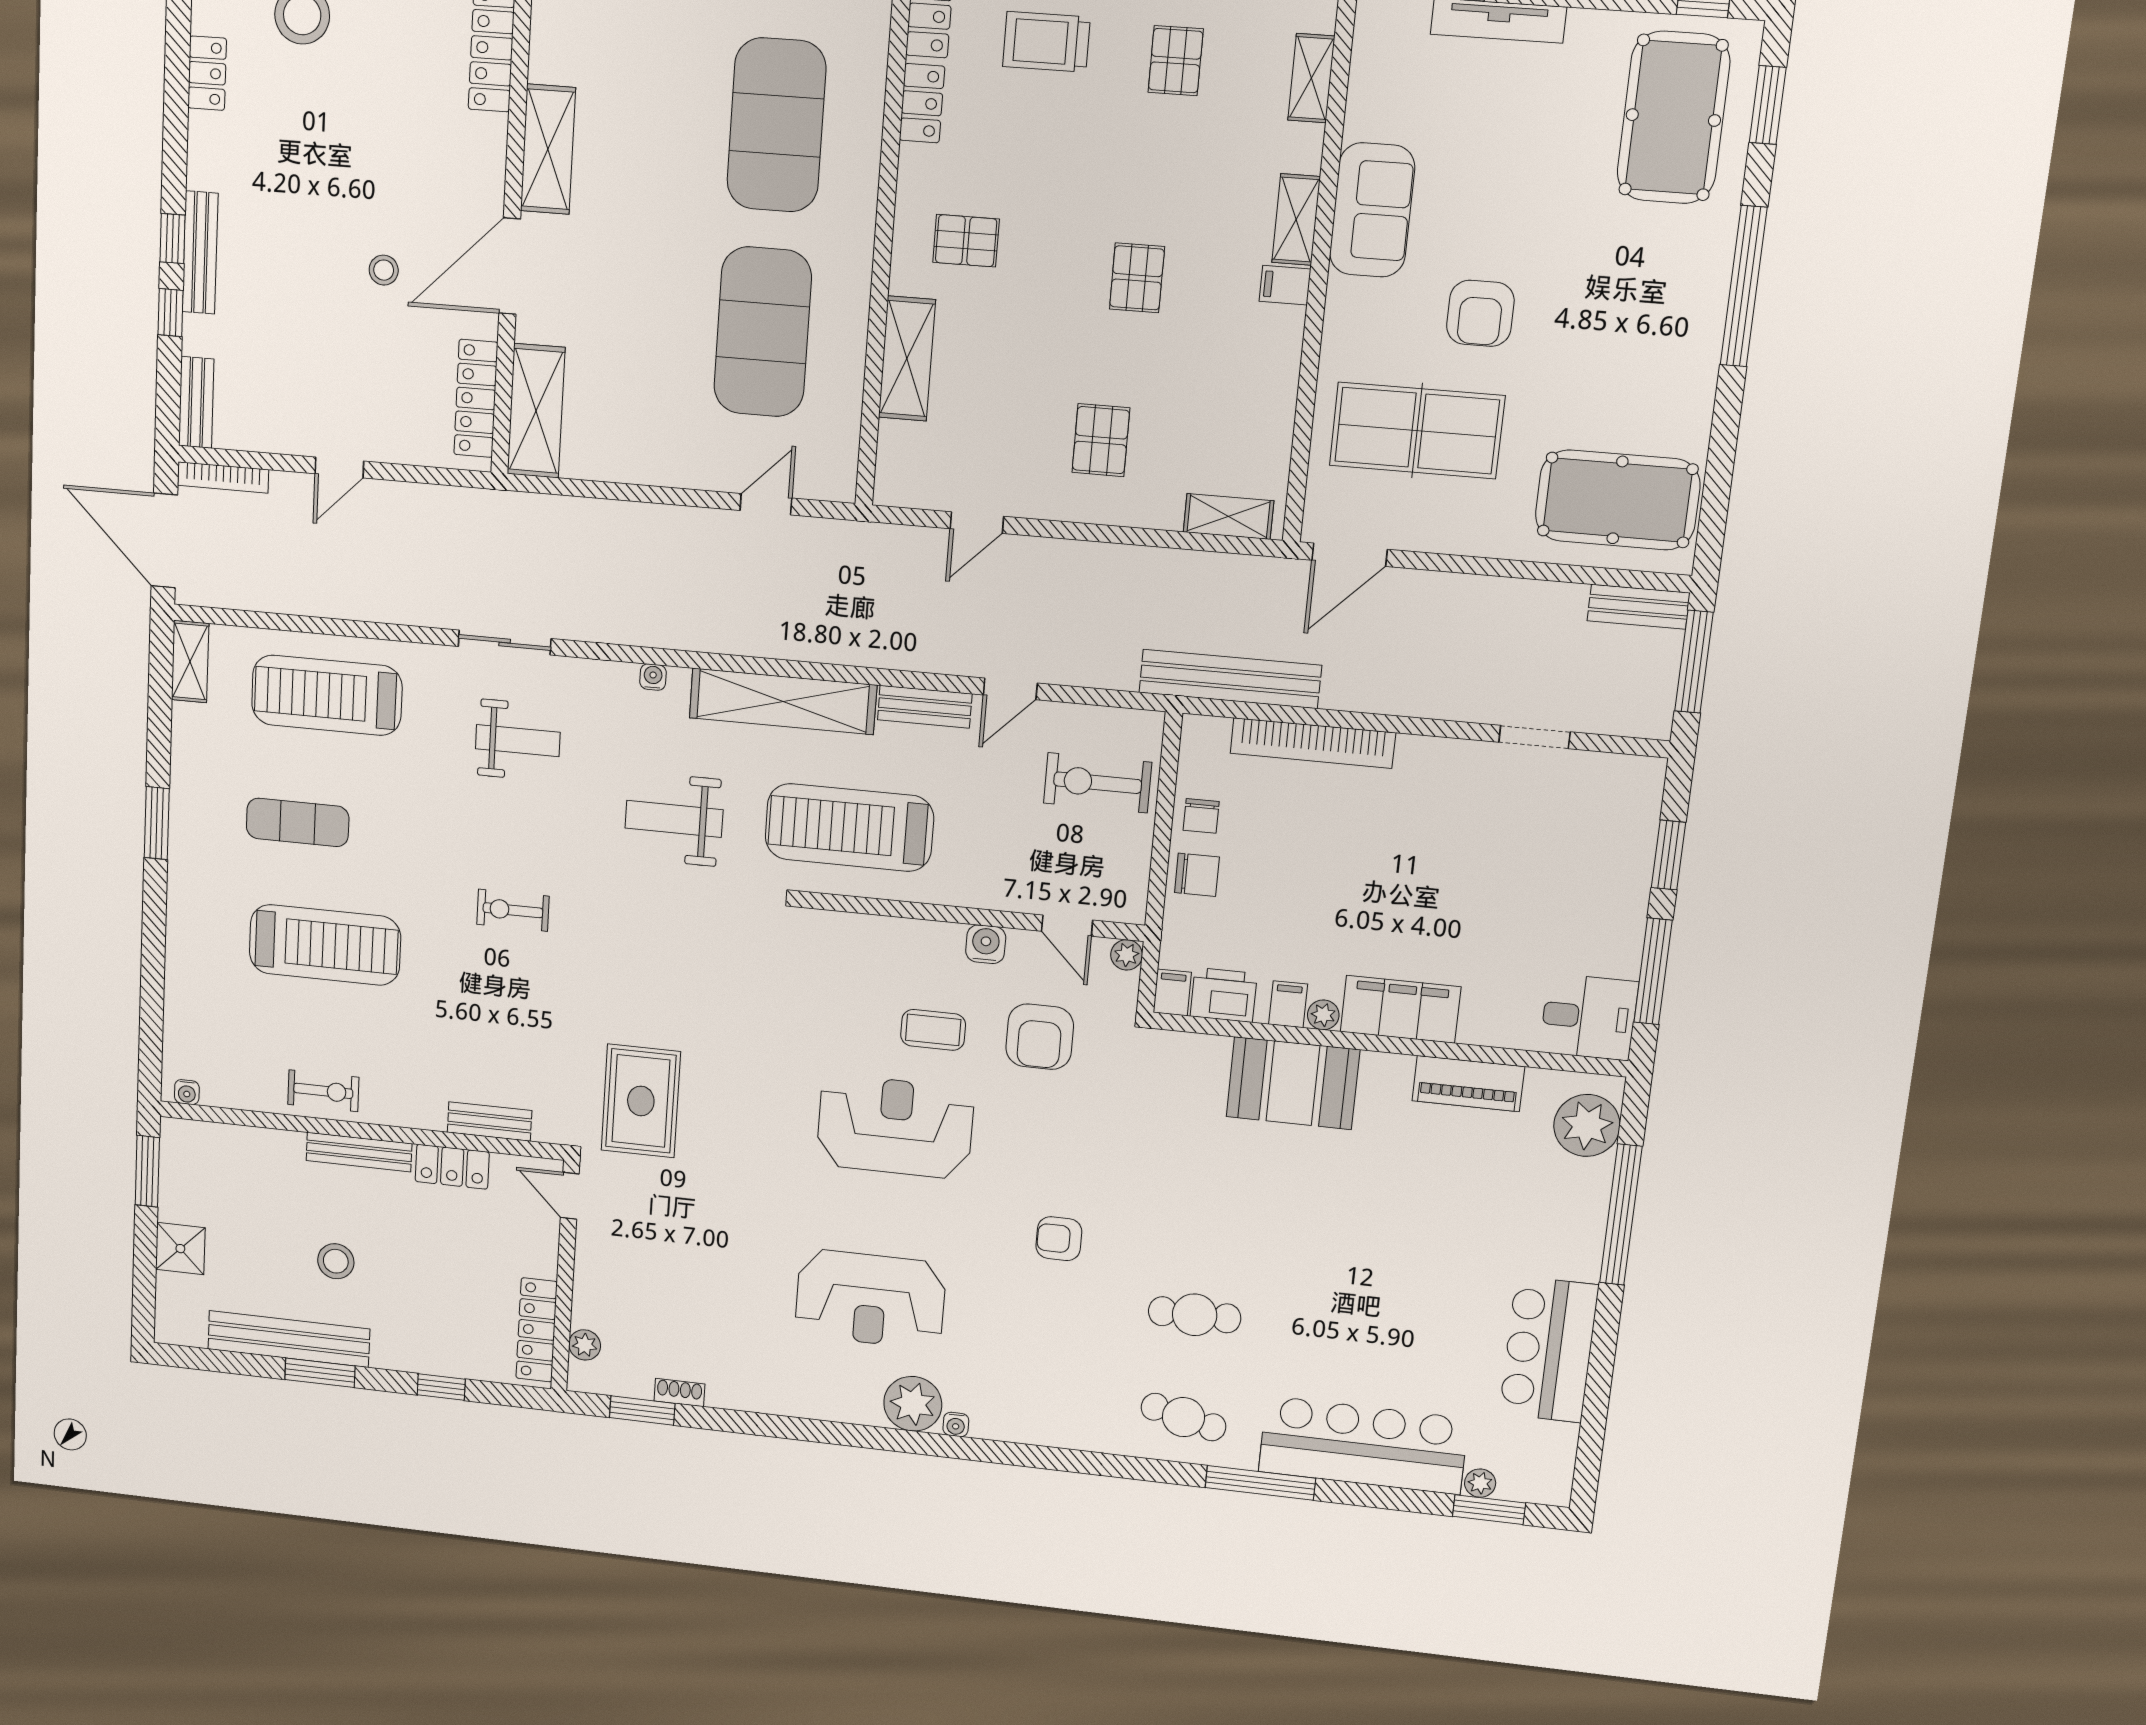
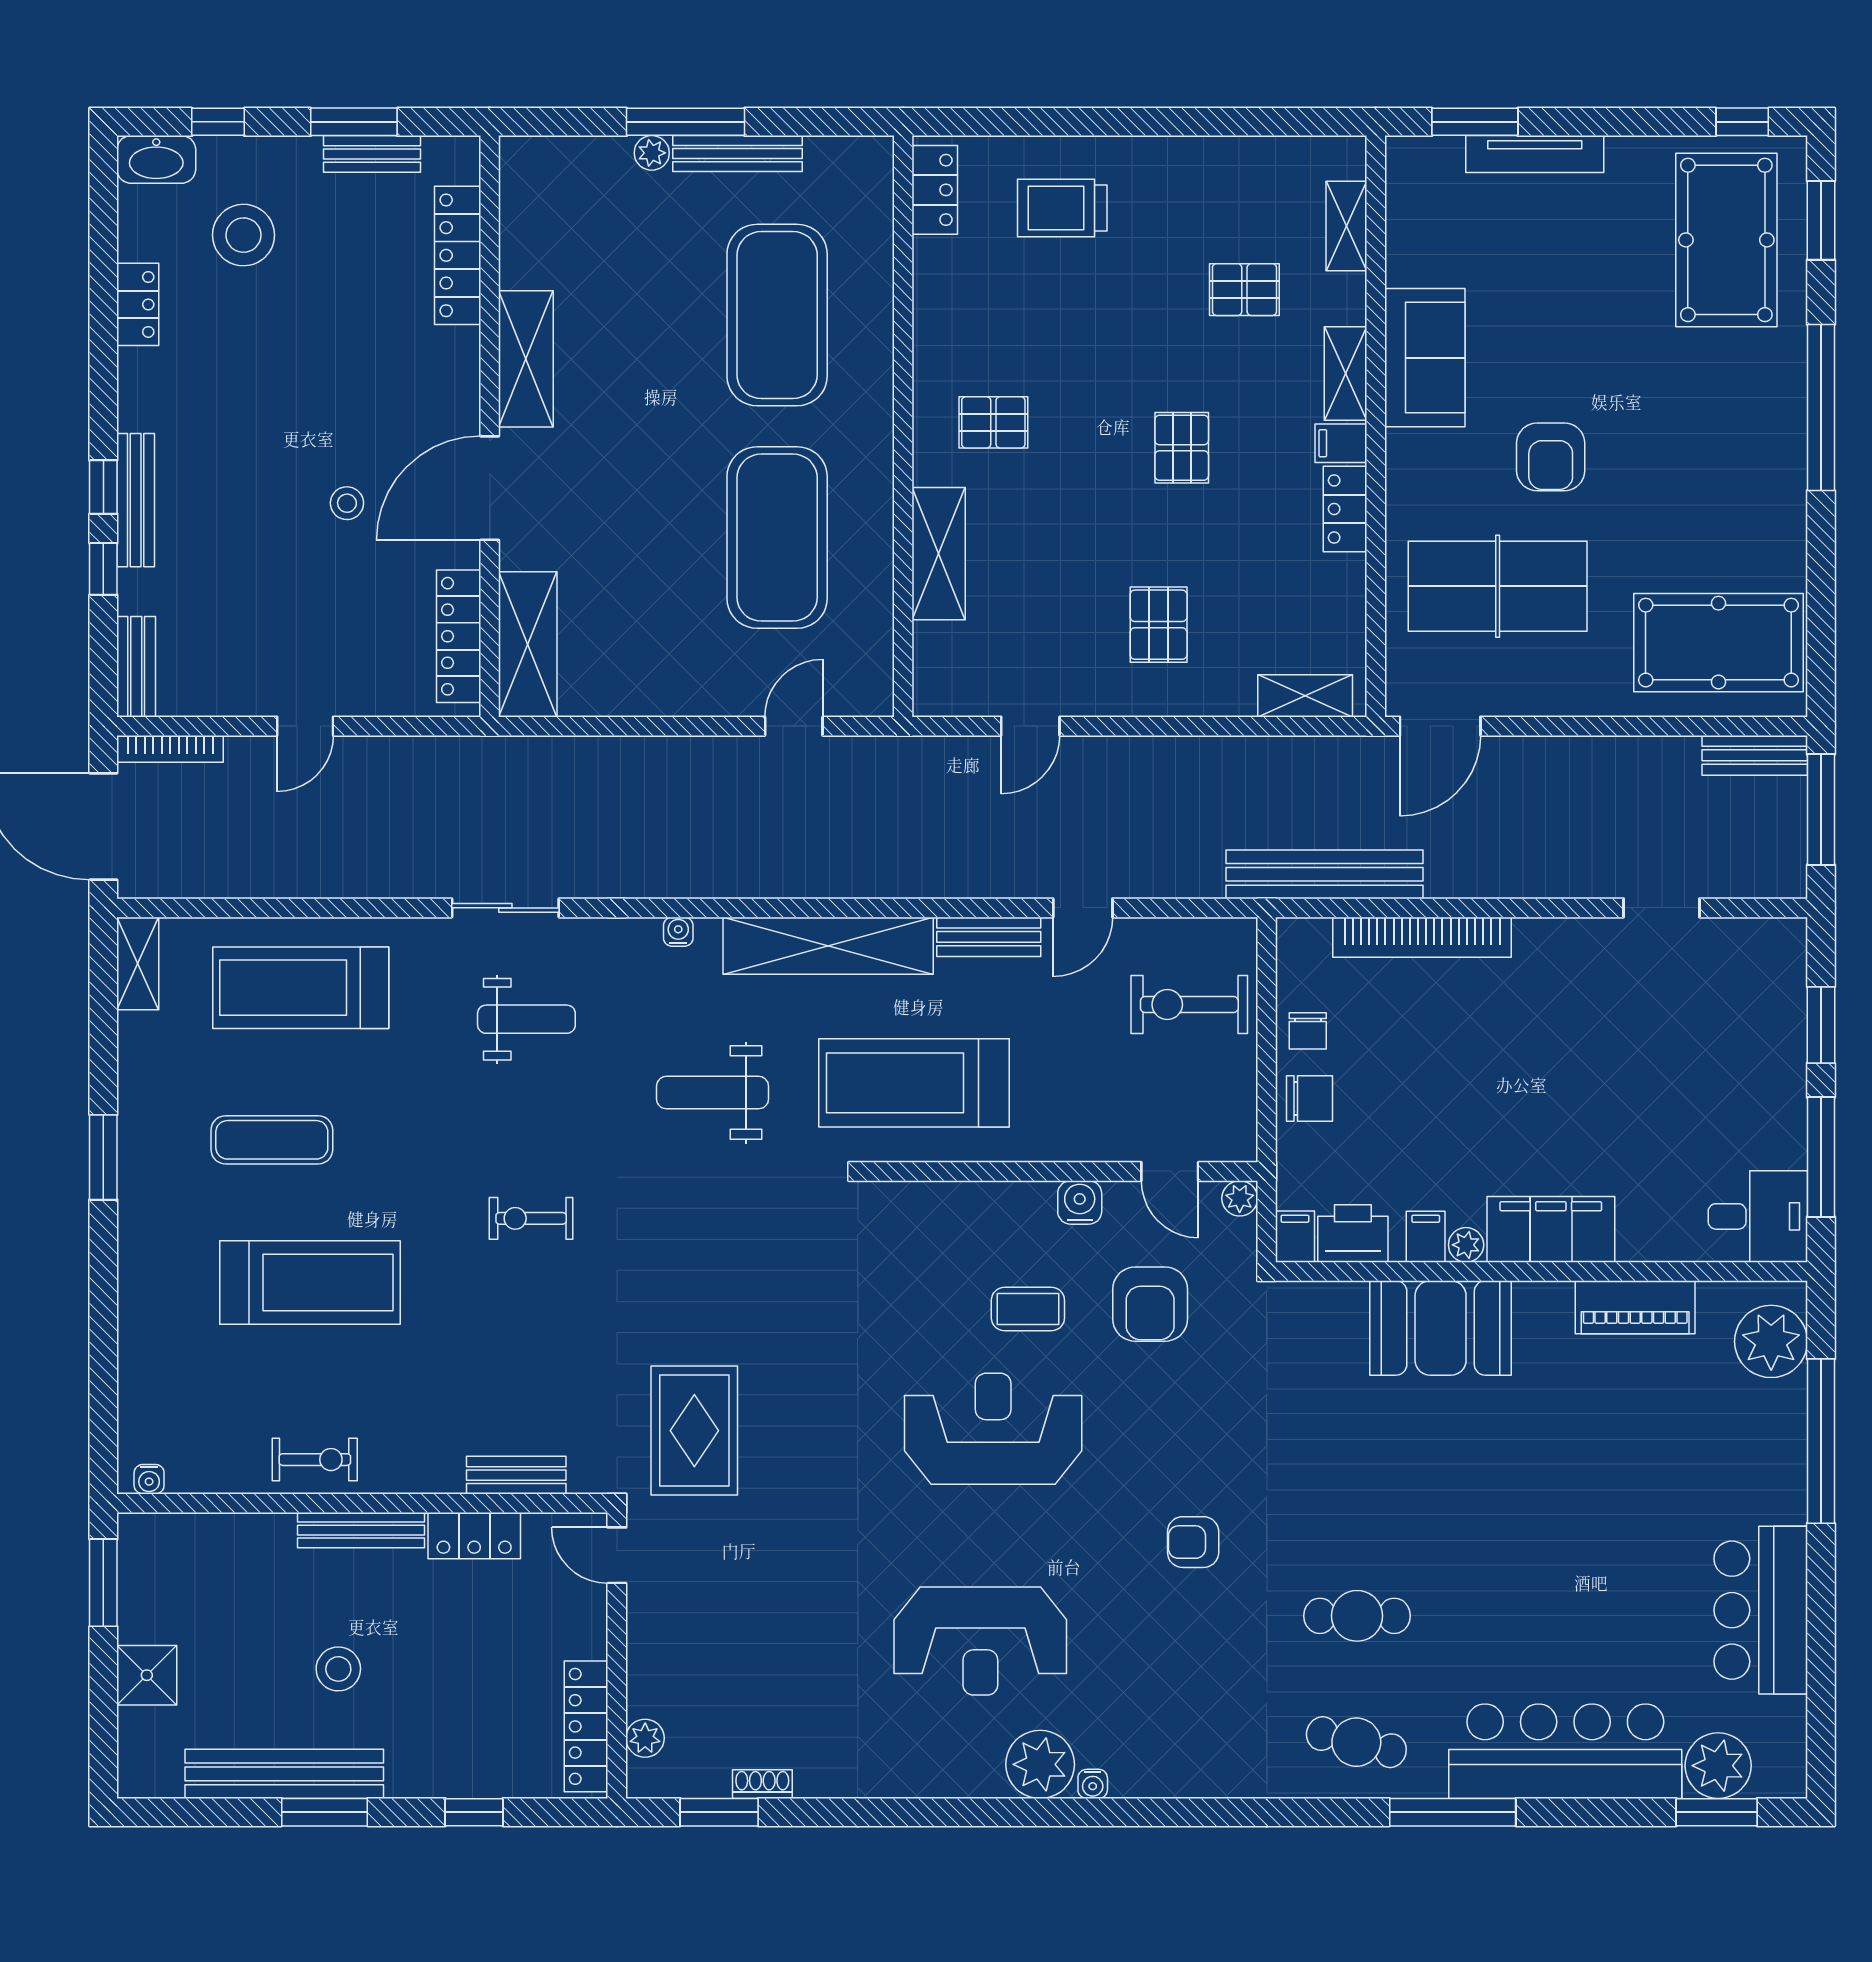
pallet: (1176, 61) -> (1244, 290), moved, turned 90
locker: (922, 103) -> (1345, 509), moved, turned 180
plant: (1480, 1483) -> (1718, 1766), width x1.88, depth x1.88

